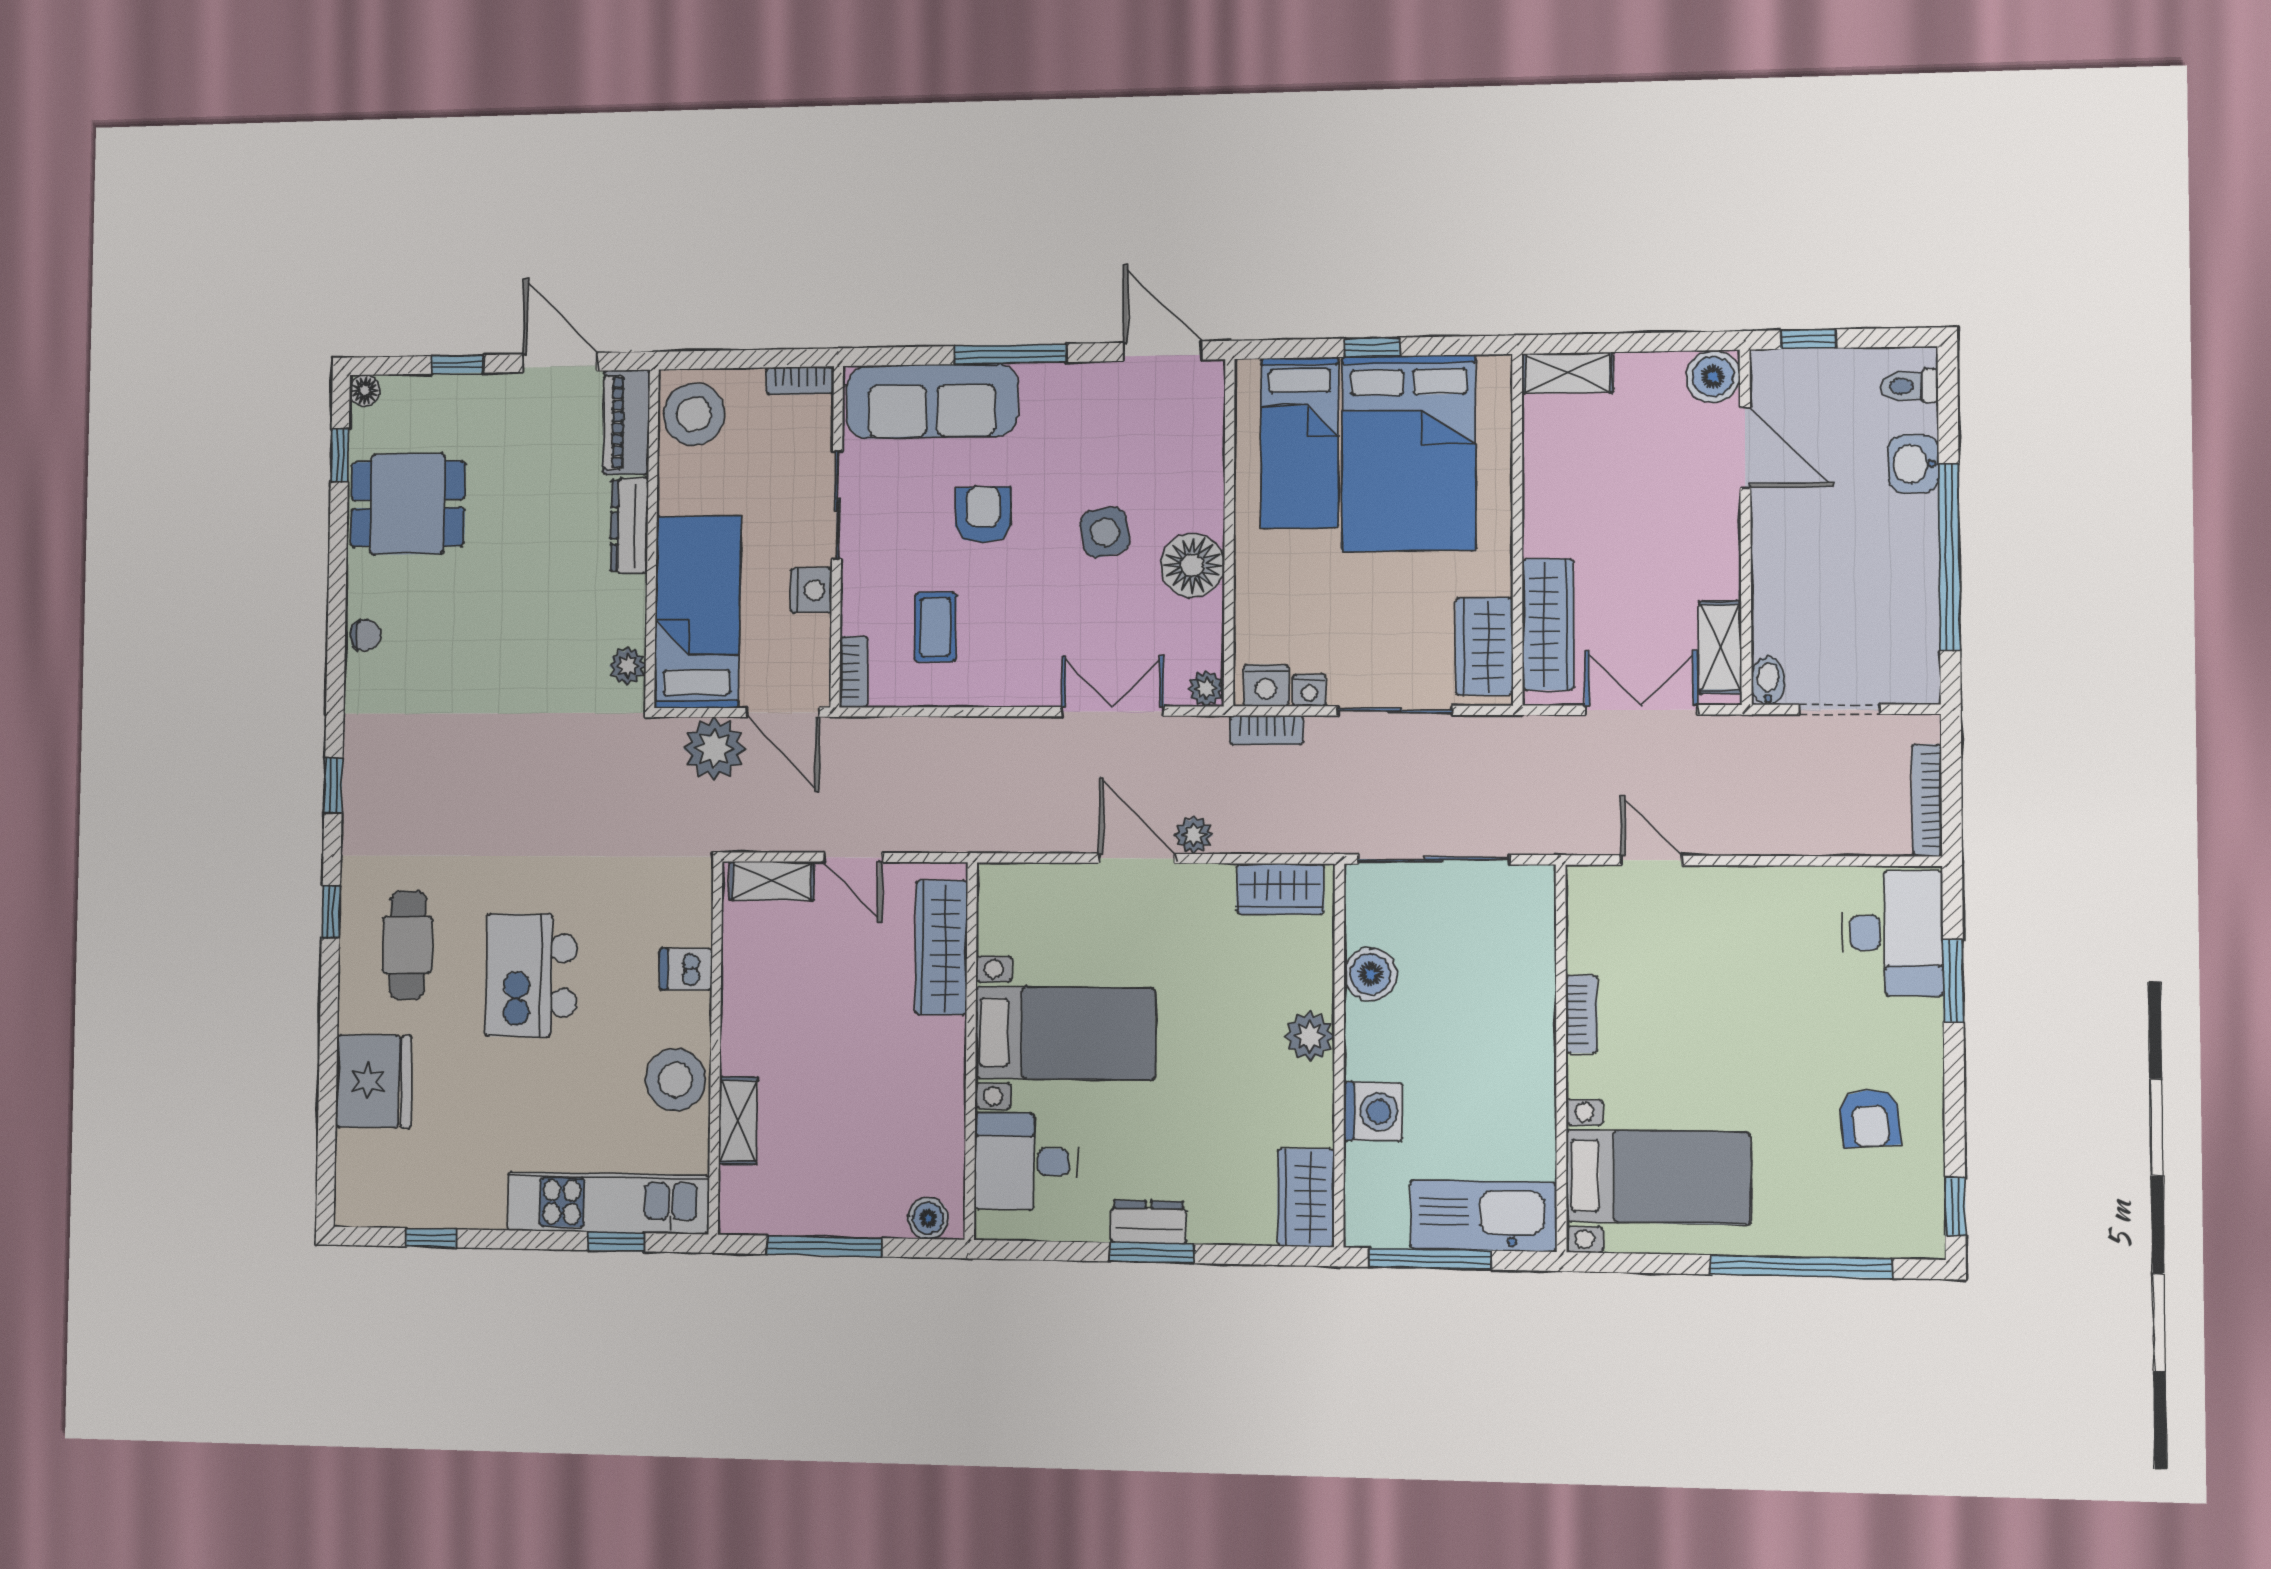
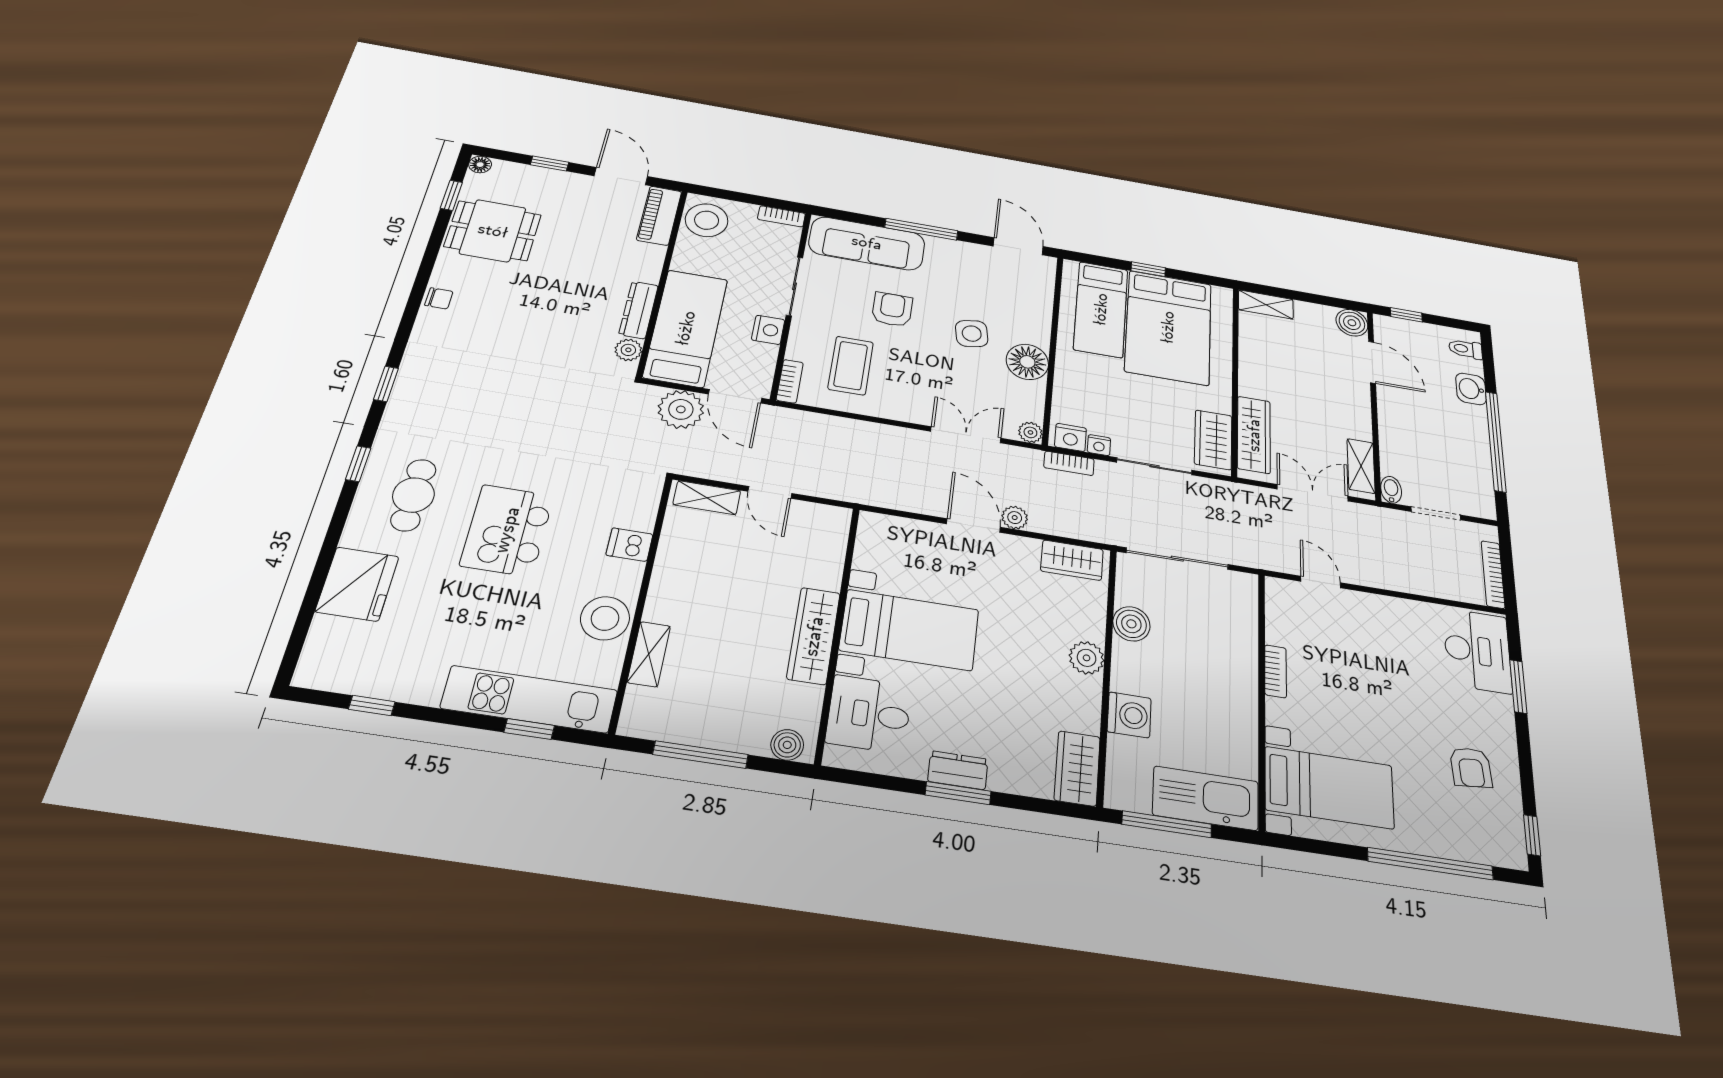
dresser: (630, 526) -> (639, 310), moved
coffee table: (935, 627) -> (851, 366), width x1.36, depth x1.30
wardrobe: (941, 947) -> (814, 636), moved

